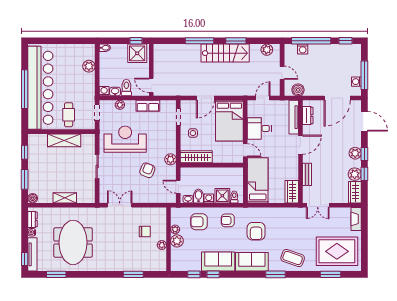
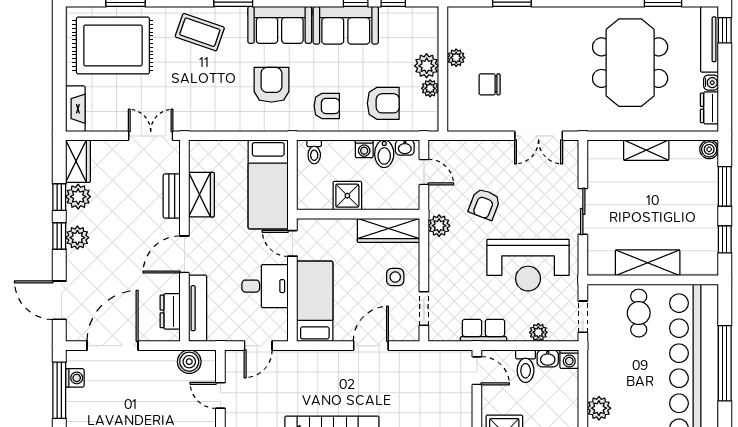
bed: (229, 121) -> (315, 301), width x0.67
wardrobe: (292, 192) -> (201, 195), moved
shower: (222, 196) -> (347, 196), moved

